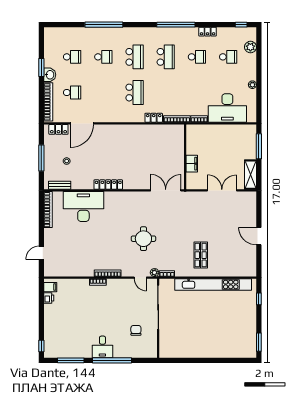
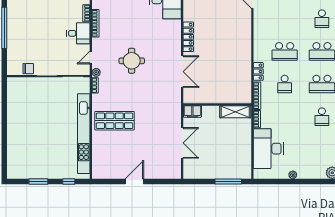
school desk: (228, 57) -> (285, 84), moved
filing cabinet: (192, 164) -> (192, 111), moved
shelving: (250, 175) -> (235, 112), moved
locker: (108, 185) -> (188, 37), moved
double door: (166, 190) -> (182, 72), moved
shop shelf: (201, 255) -> (115, 121), width x1.43, depth x1.36
chair: (136, 330) -> (28, 69), moved
window: (259, 342) -> (38, 182), moved
desk: (102, 347) -> (78, 33), moved, turned 180

